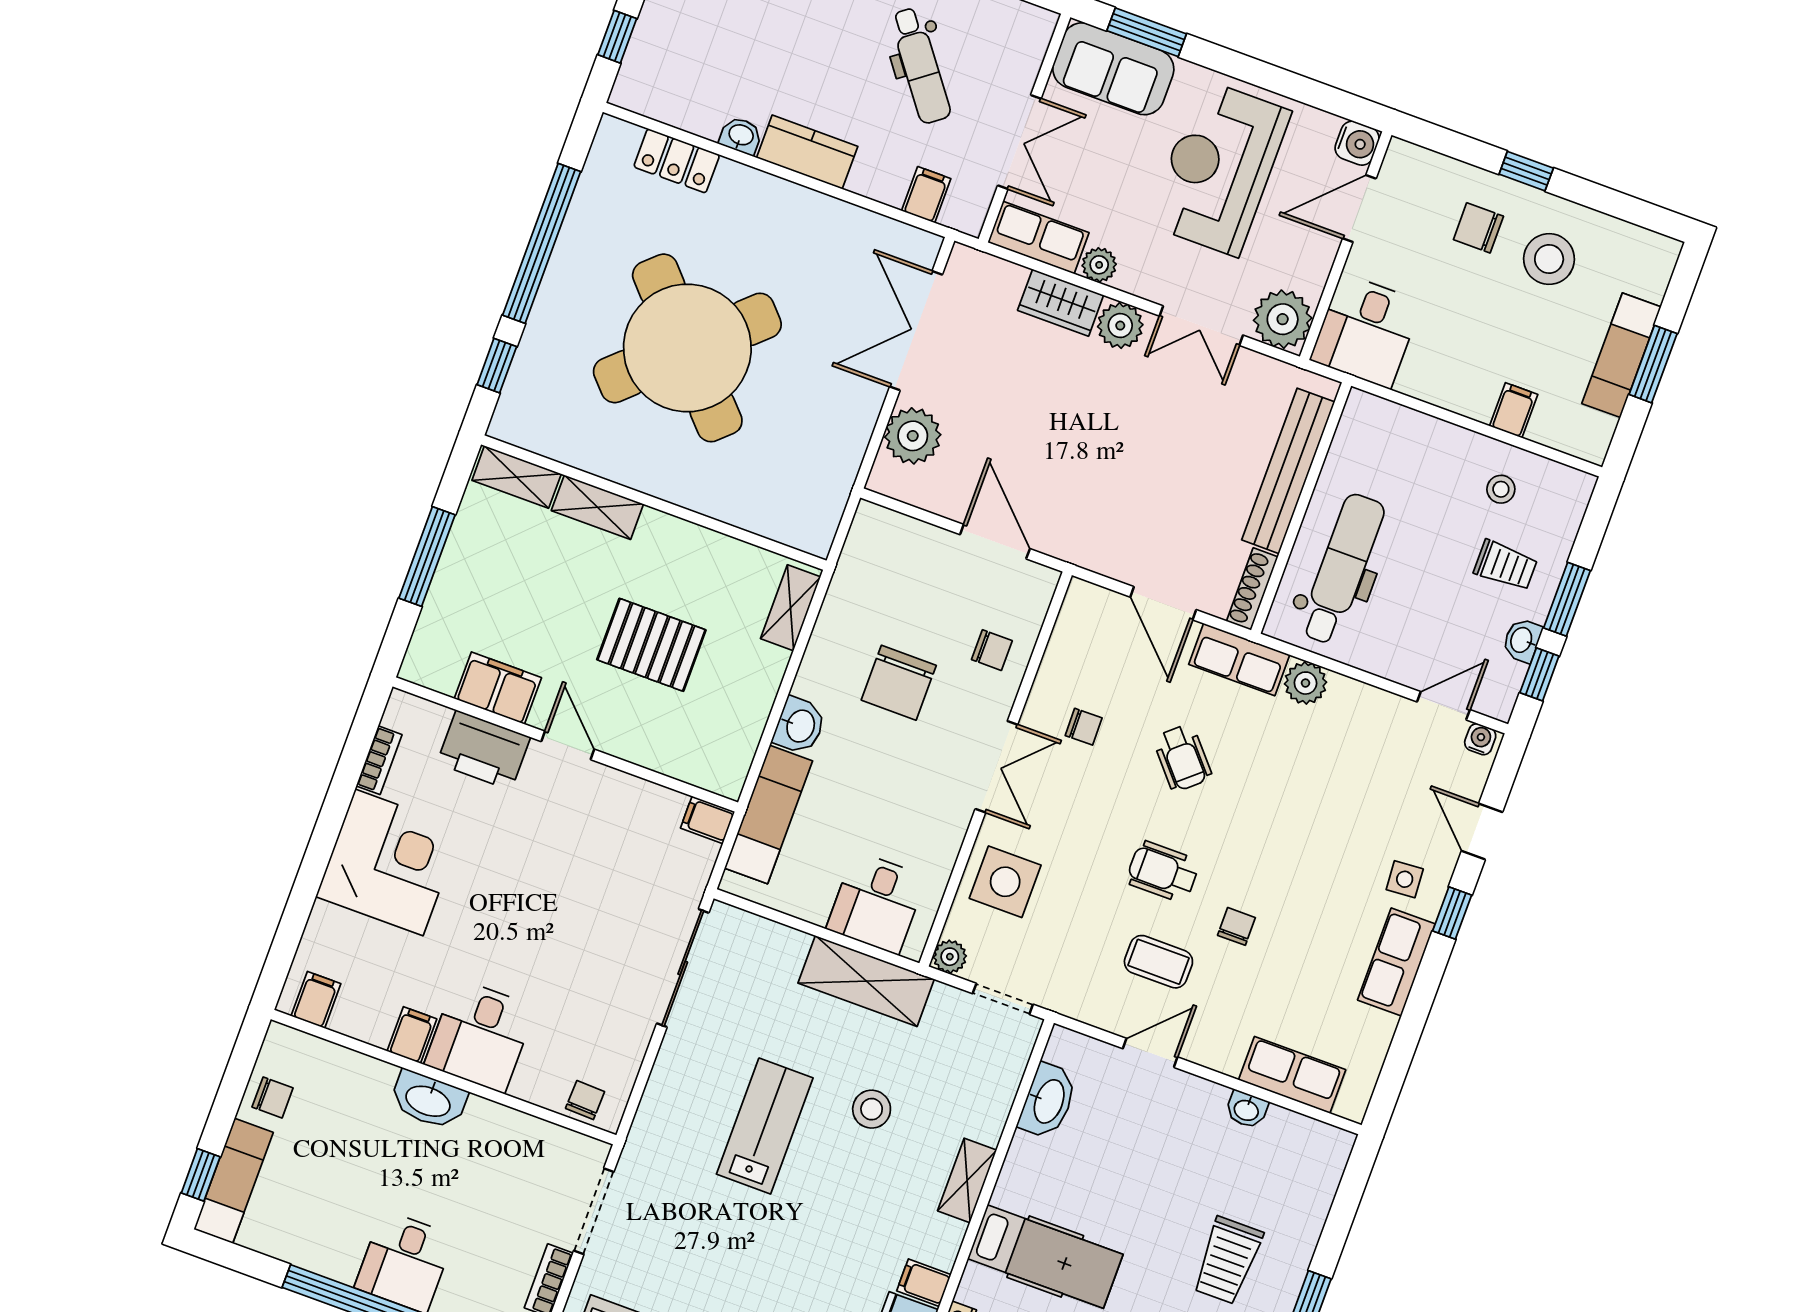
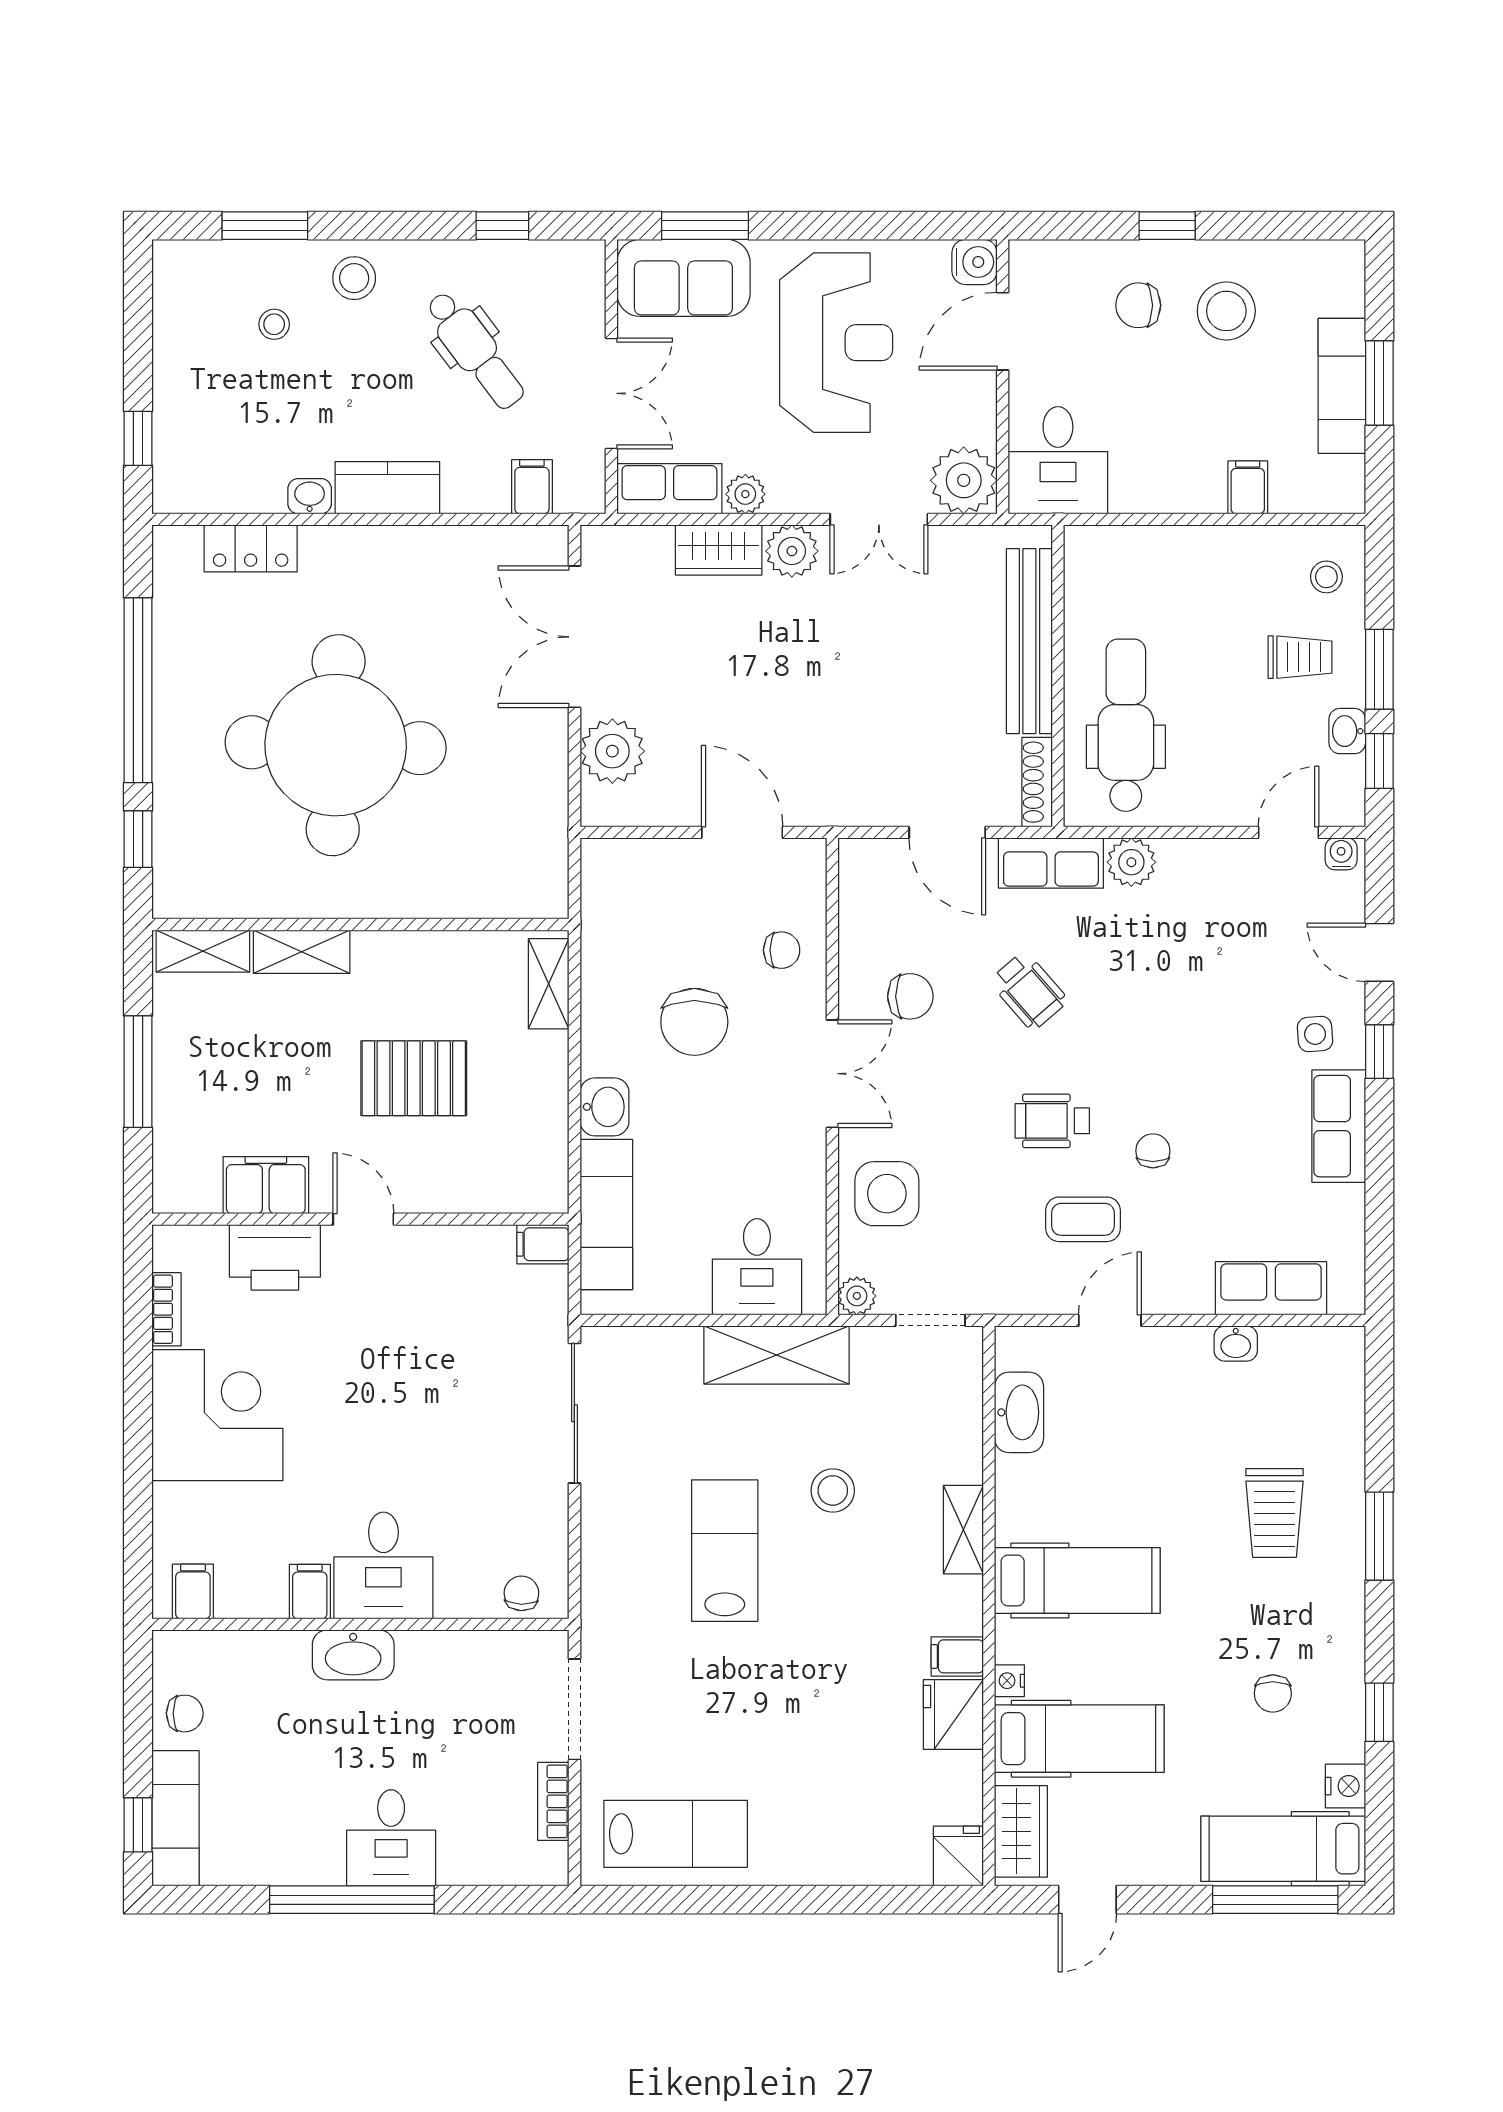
reception desk: (1219, 168) -> (836, 343), turned 180
round table: (687, 348) -> (336, 745), turned 45
stool: (1501, 489) -> (1326, 577), moved
chair: (1084, 727) -> (910, 996), width x1.37, depth x1.37

